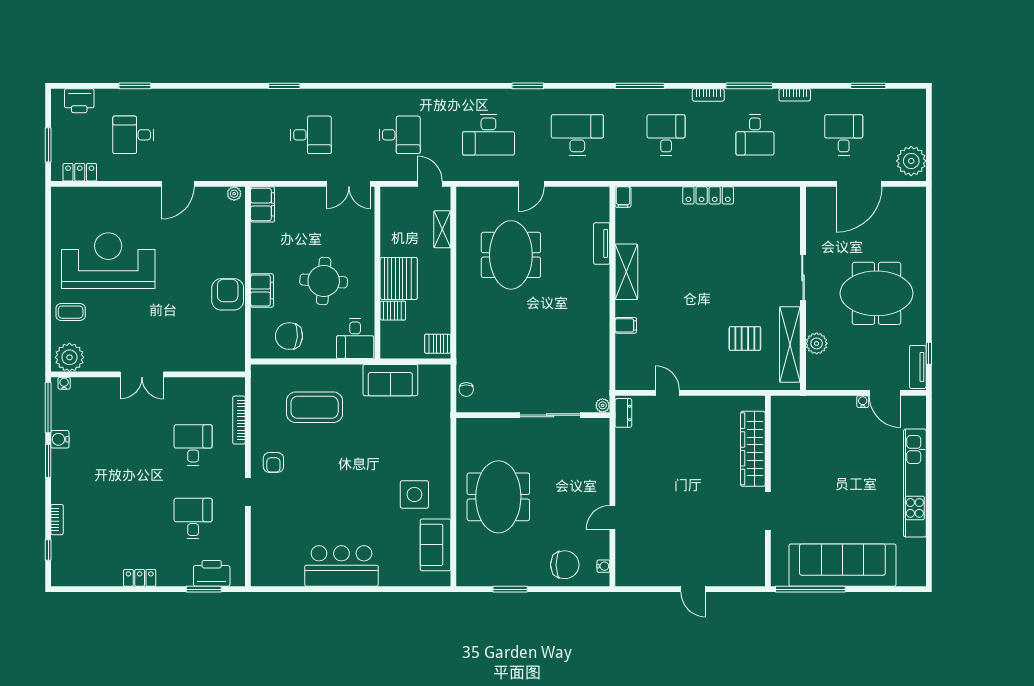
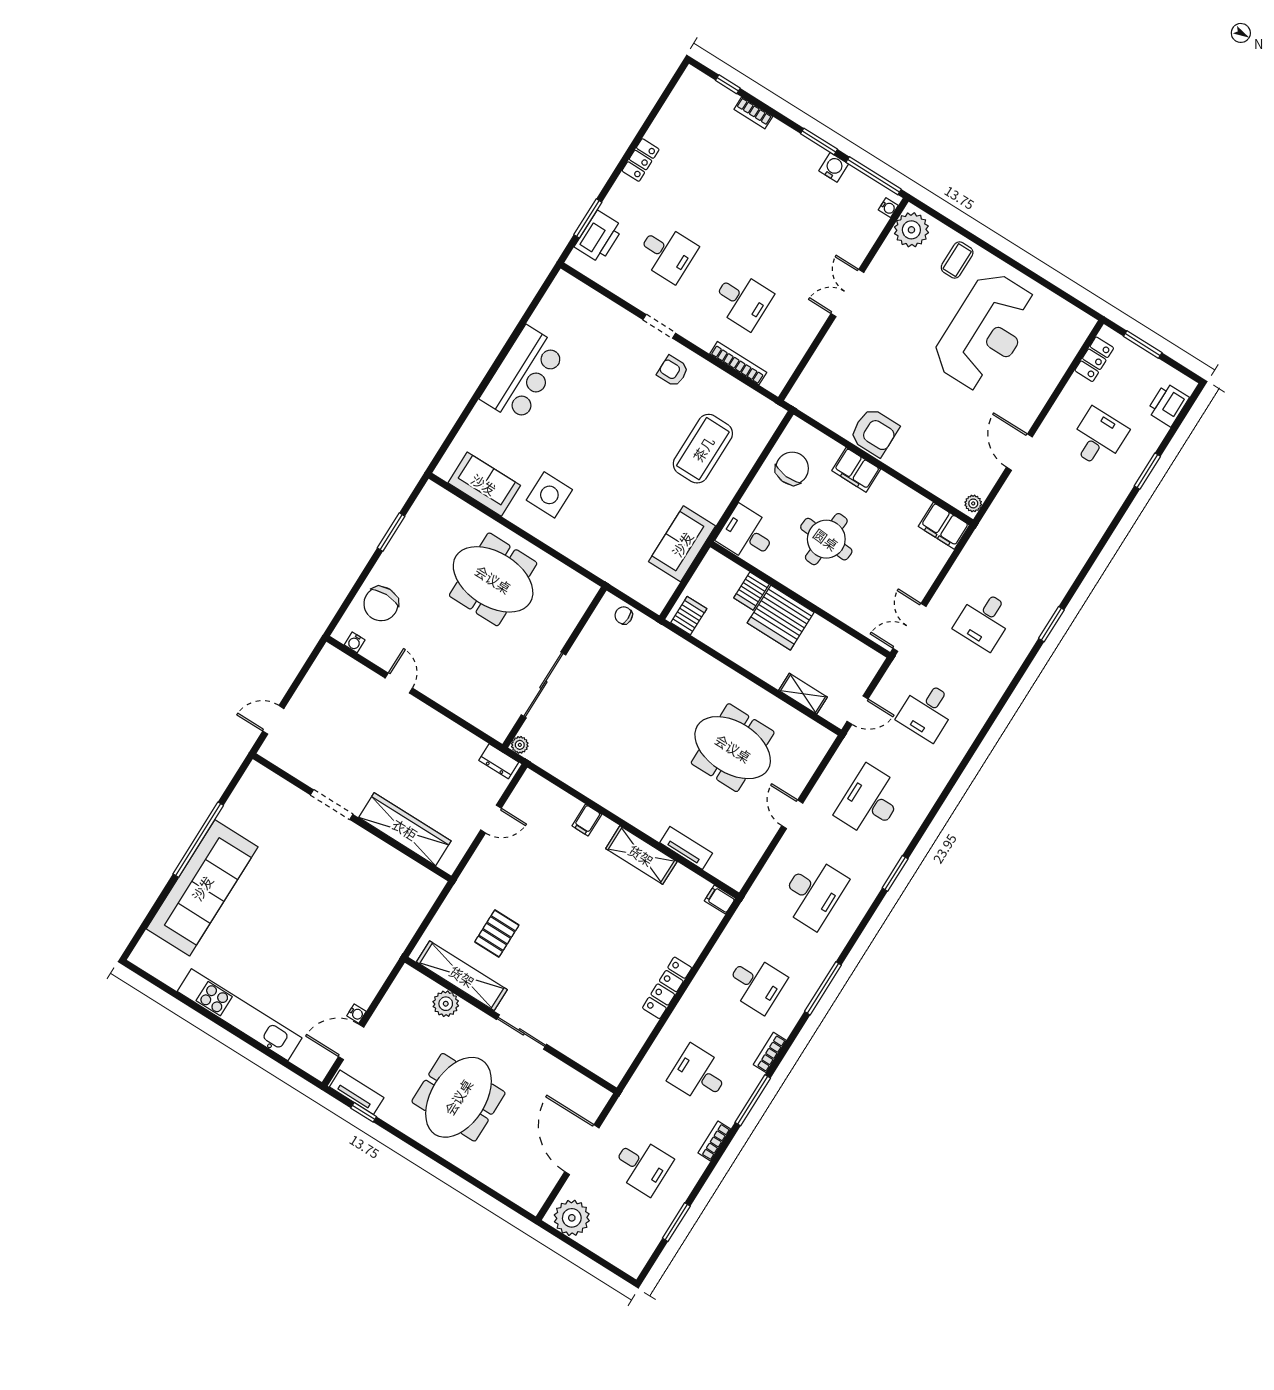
wardrobe: (753, 449) -> (405, 829), moved
wall: (768, 491) -> (352, 817), moved
doorway: (768, 511) -> (332, 805), moved

